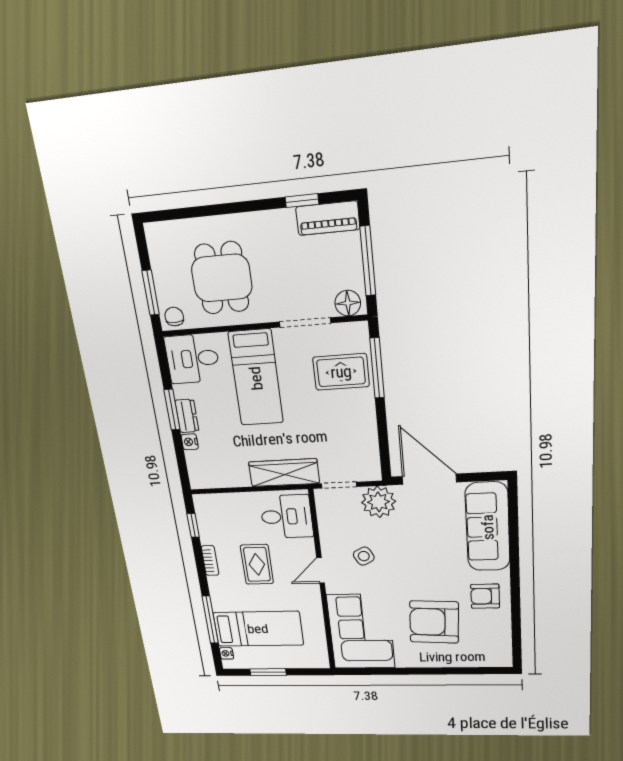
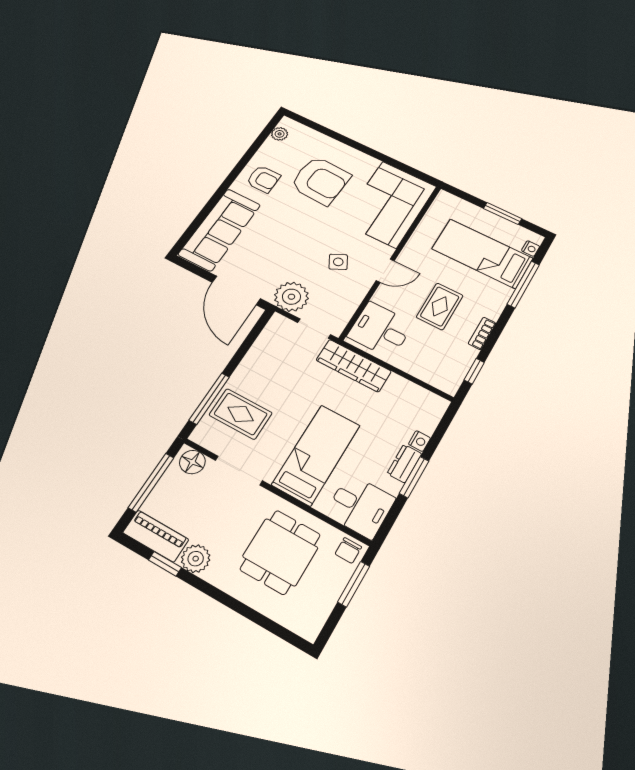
plant: (281, 223) -> (196, 559), added
plant: (503, 647) -> (280, 134), added

